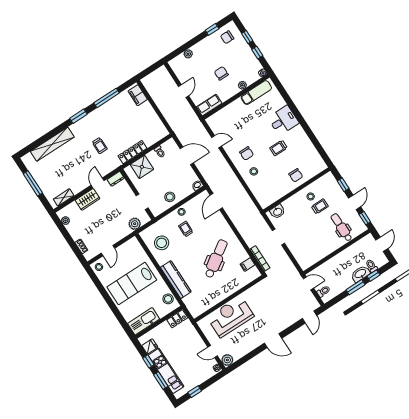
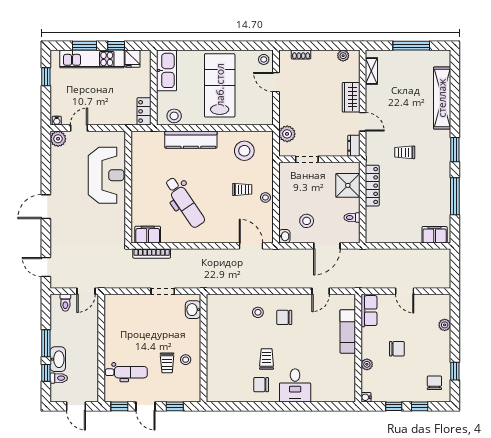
exam couch: (256, 93) -> (348, 332), moved
chair: (296, 175) -> (261, 385), moved
stool: (170, 197) -> (307, 221), moved
filing cabinet: (248, 265) -> (148, 235), width x2.00

